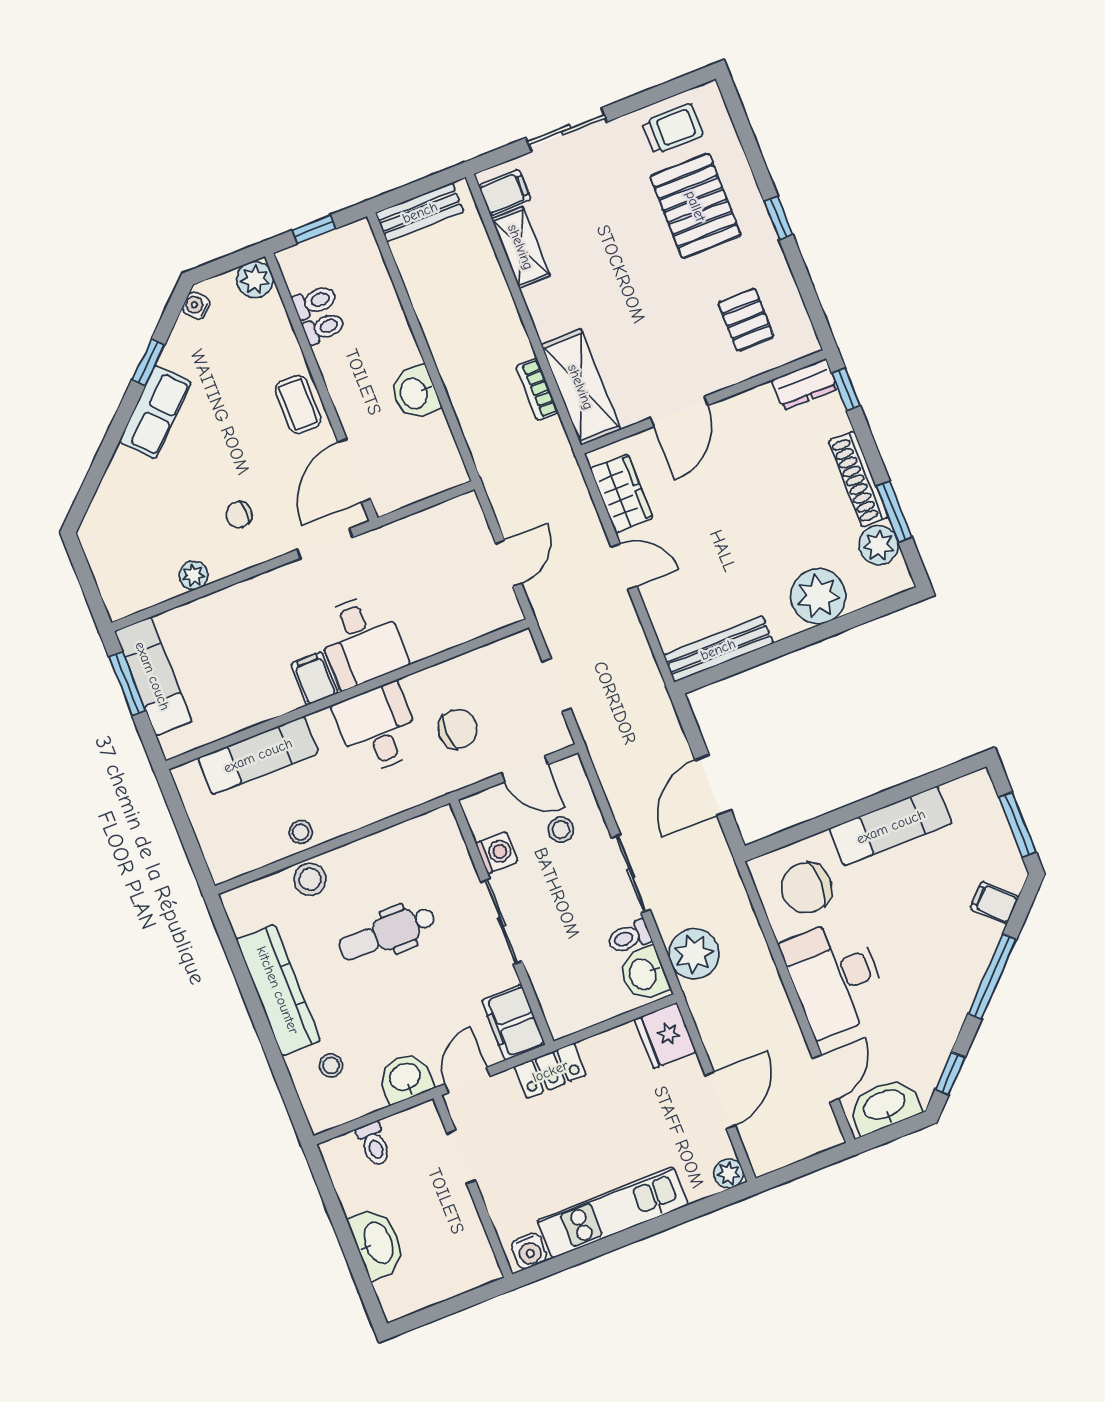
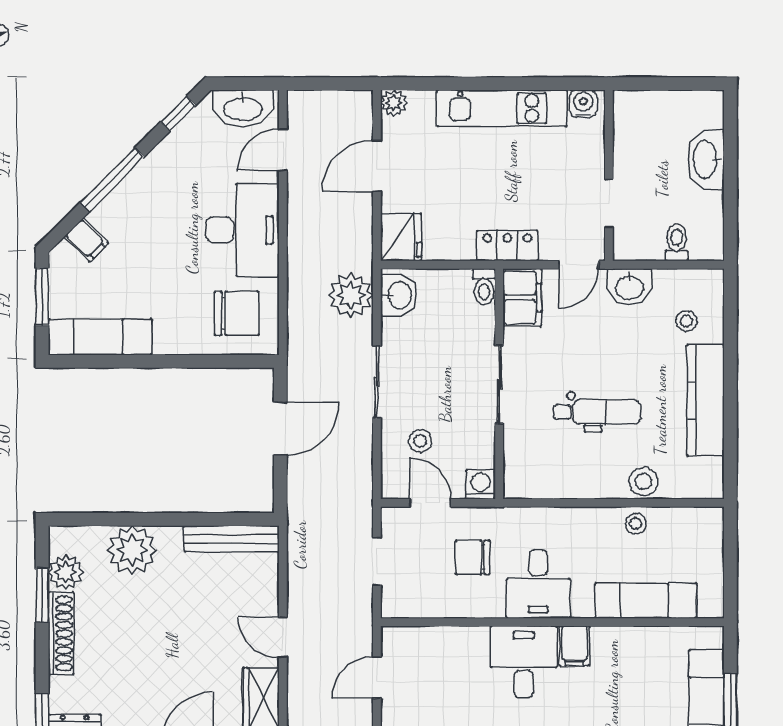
exam couch: (891, 826) -> (100, 337), moved
washing machine: (497, 853) -> (481, 484), moved, turned 90
toilet: (629, 937) -> (484, 287), moved, turned 90

